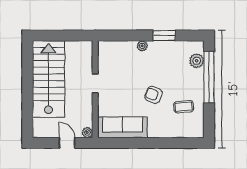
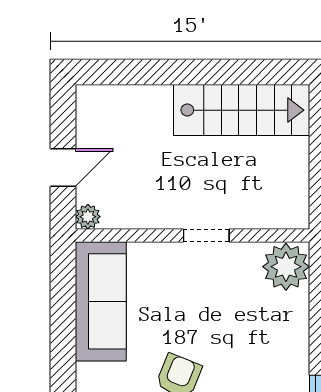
plant: (142, 46) -> (286, 267), moved, width x1.87, depth x1.87
stairs: (49, 79) -> (242, 110), width x0.73, depth x0.66

